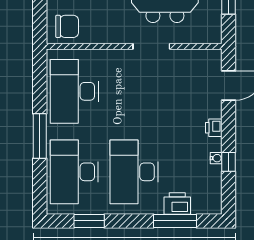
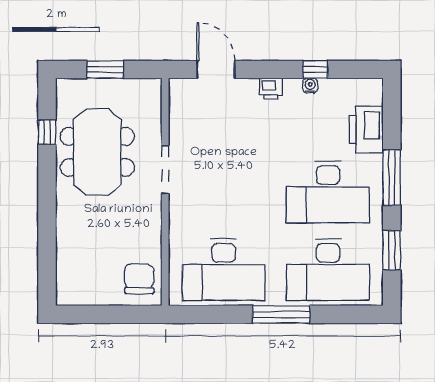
printer: (177, 203) -> (366, 130), width x1.37, depth x1.19
window: (175, 221) -> (392, 178), moved

